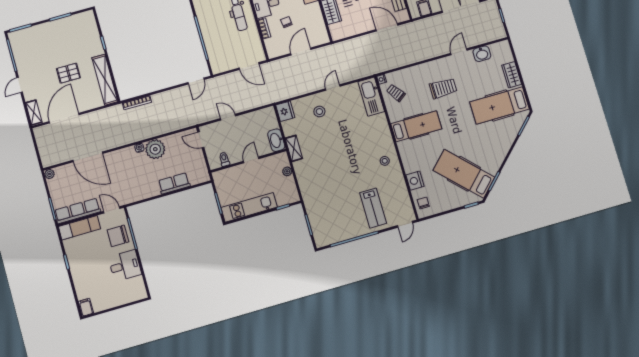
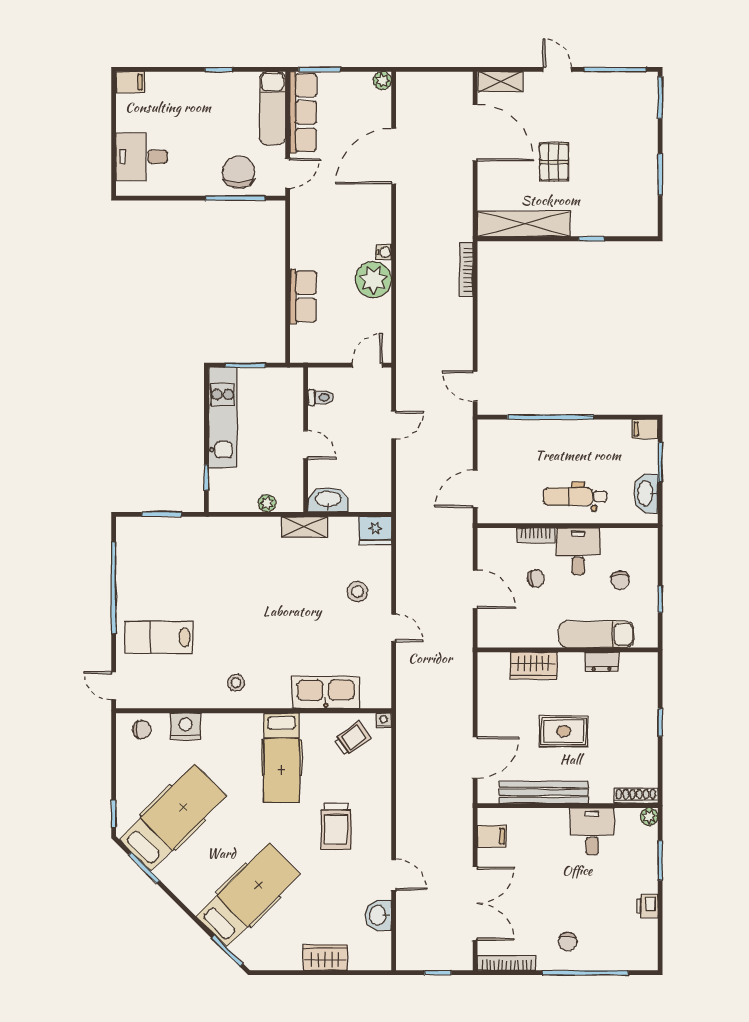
kitchen sink: (371, 97) -> (326, 692), moved
hospital bed: (499, 105) -> (248, 895), moved, turned 45
desk: (125, 266) -> (142, 157), moved, turned 90

